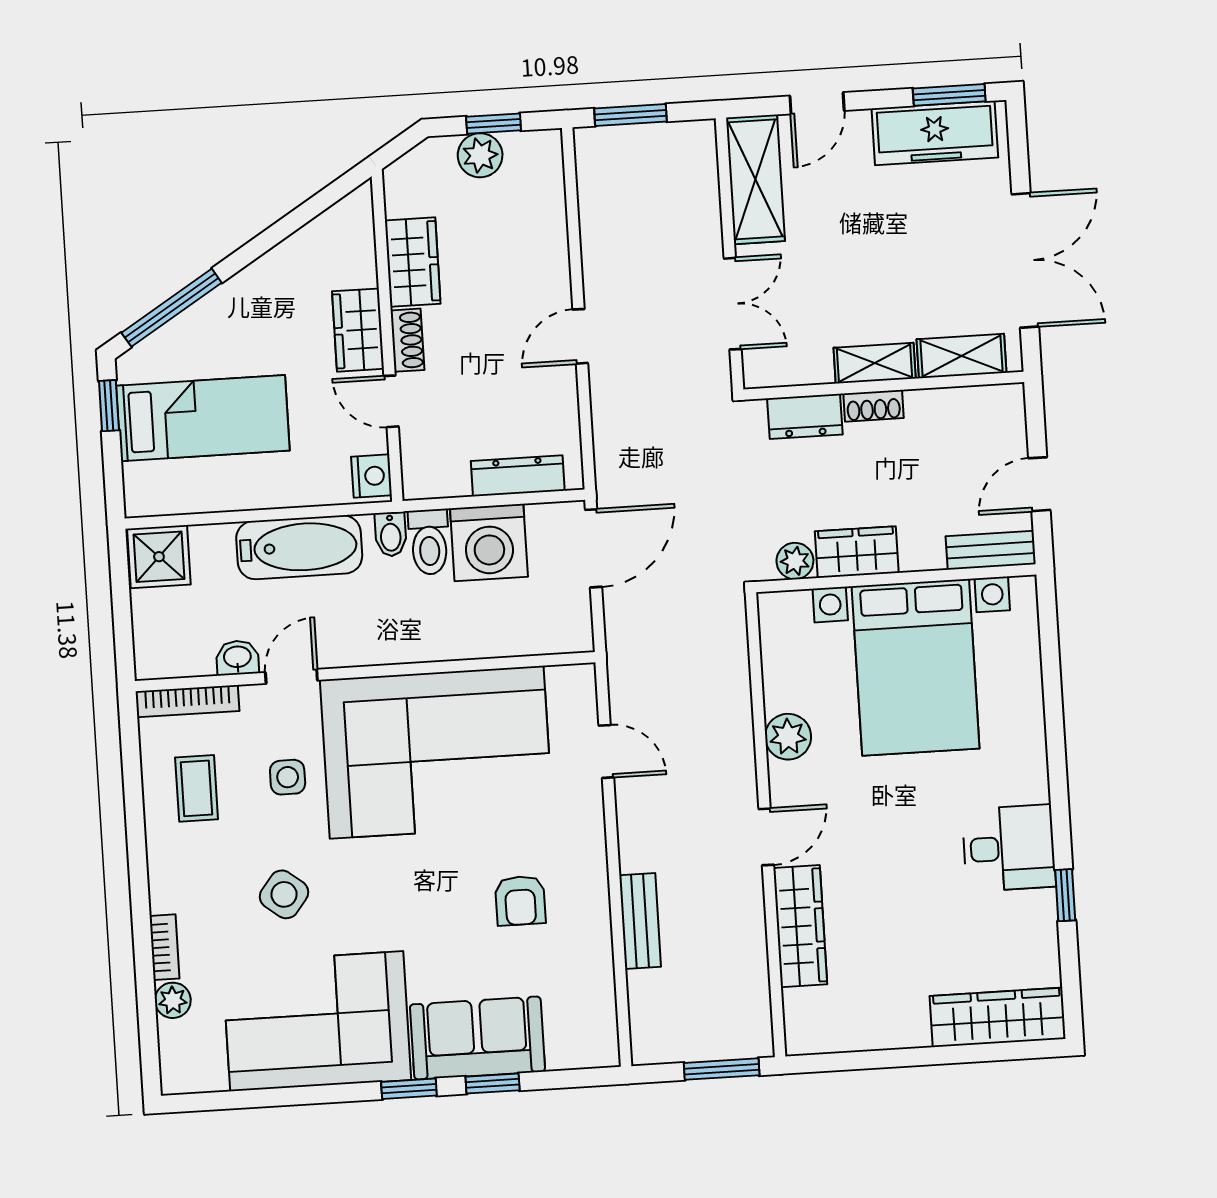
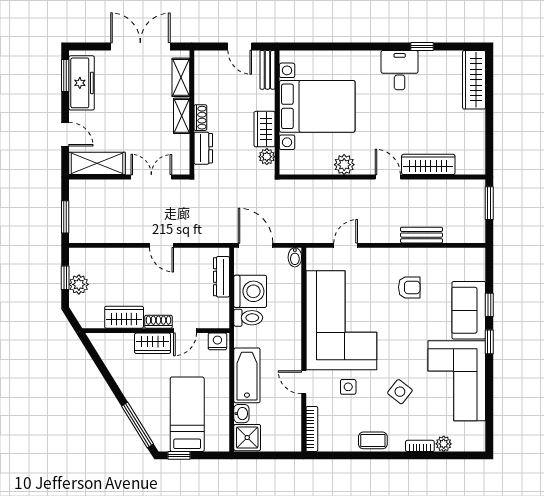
bidet: (391, 534) -> (295, 257), moved, turned 90
washbasin: (237, 658) -> (241, 414), moved, turned 180
coffee table: (197, 788) -> (373, 440), moved

